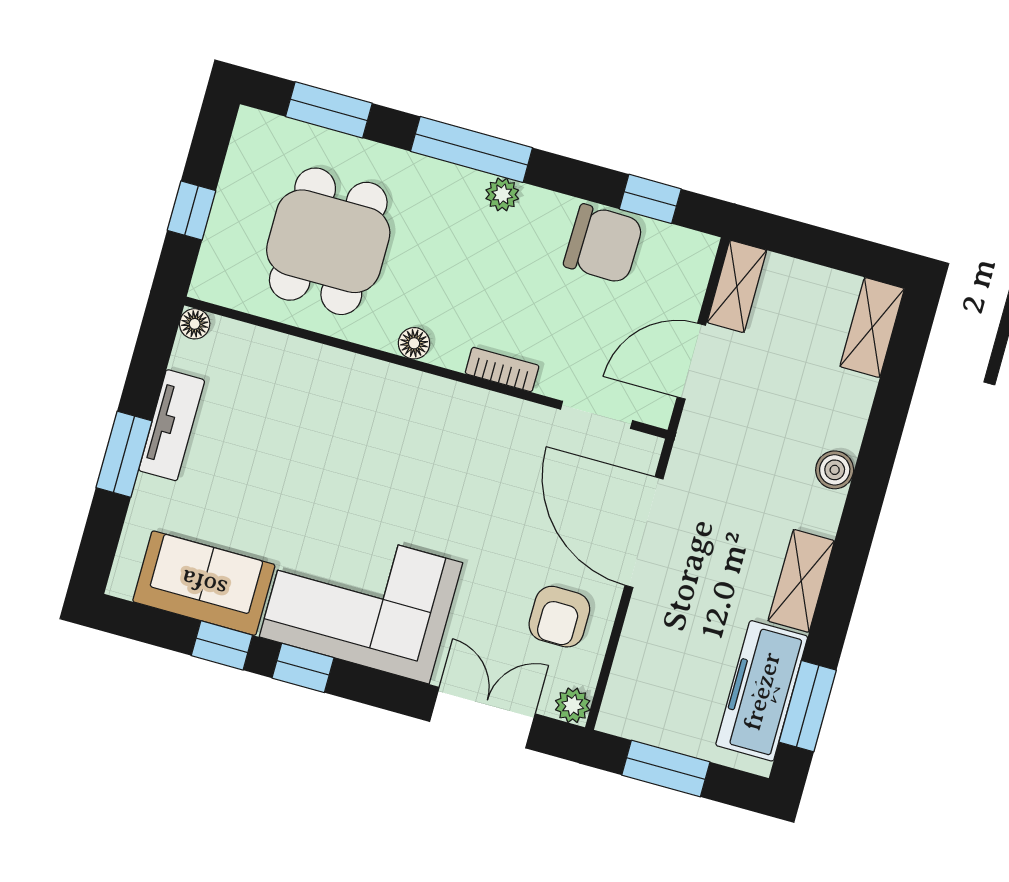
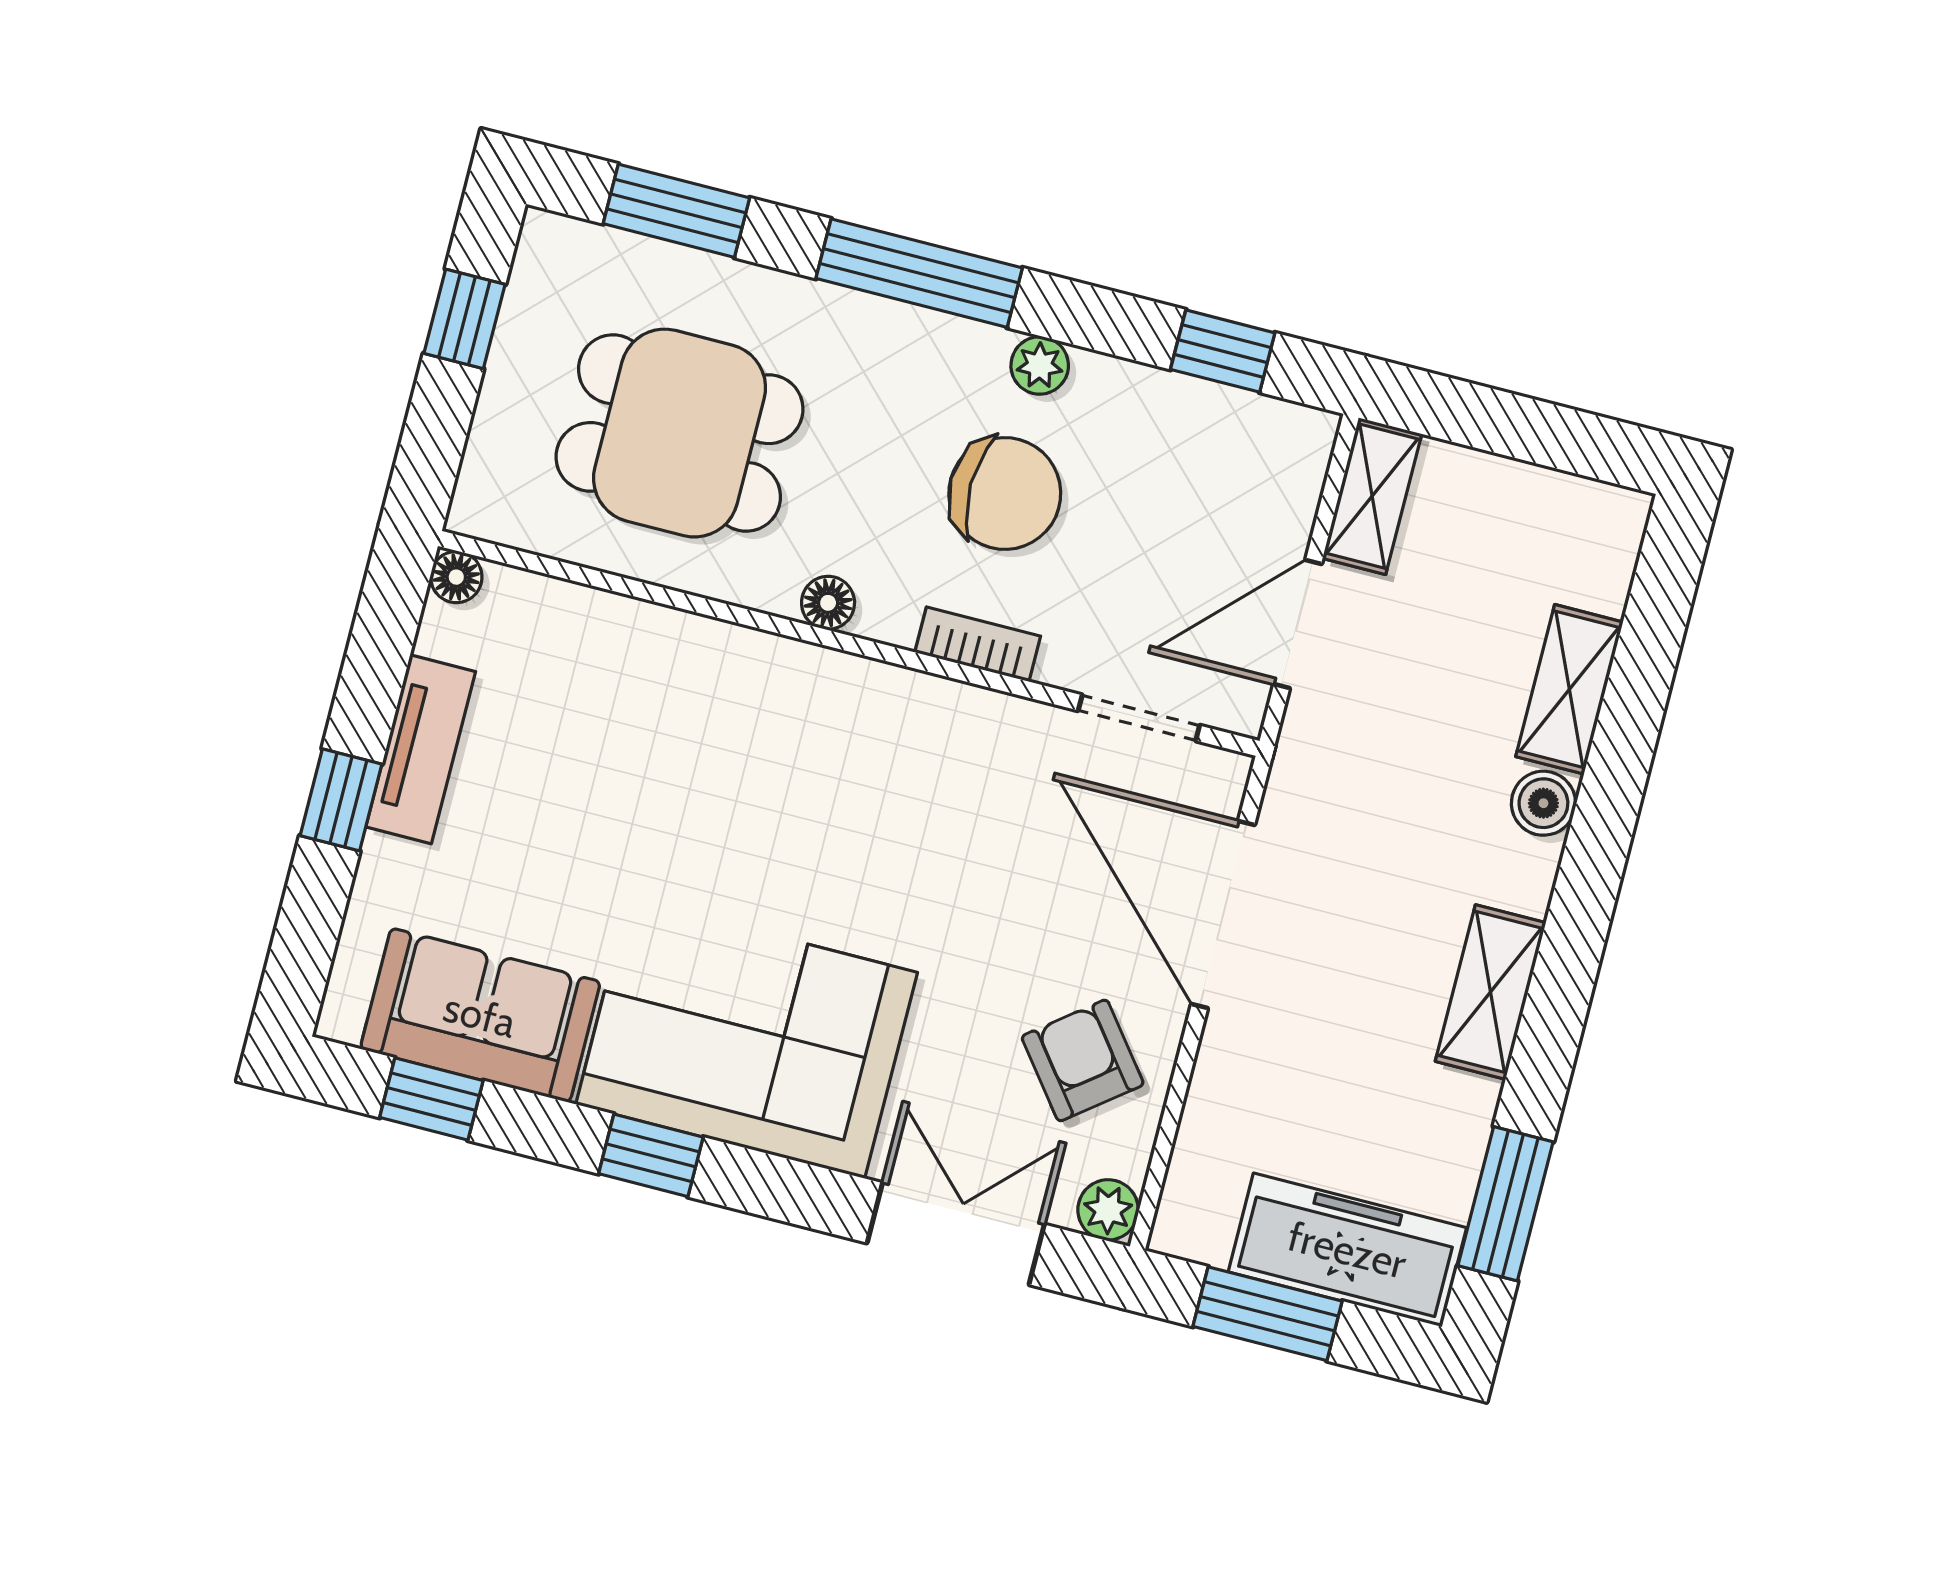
plant: (502, 194) -> (1040, 365), moved
window: (192, 211) -> (464, 319), moved
dining table: (328, 241) -> (680, 433), turned 90
chair: (603, 244) -> (1005, 493), moved
shelving: (872, 328) -> (1569, 689), moved
window: (124, 454) -> (341, 800), width x0.67
armchair: (559, 617) -> (1083, 1060), turned 142
window: (222, 645) -> (431, 1099), moved
freezer: (762, 691) -> (1347, 1250), moved, turned 90

